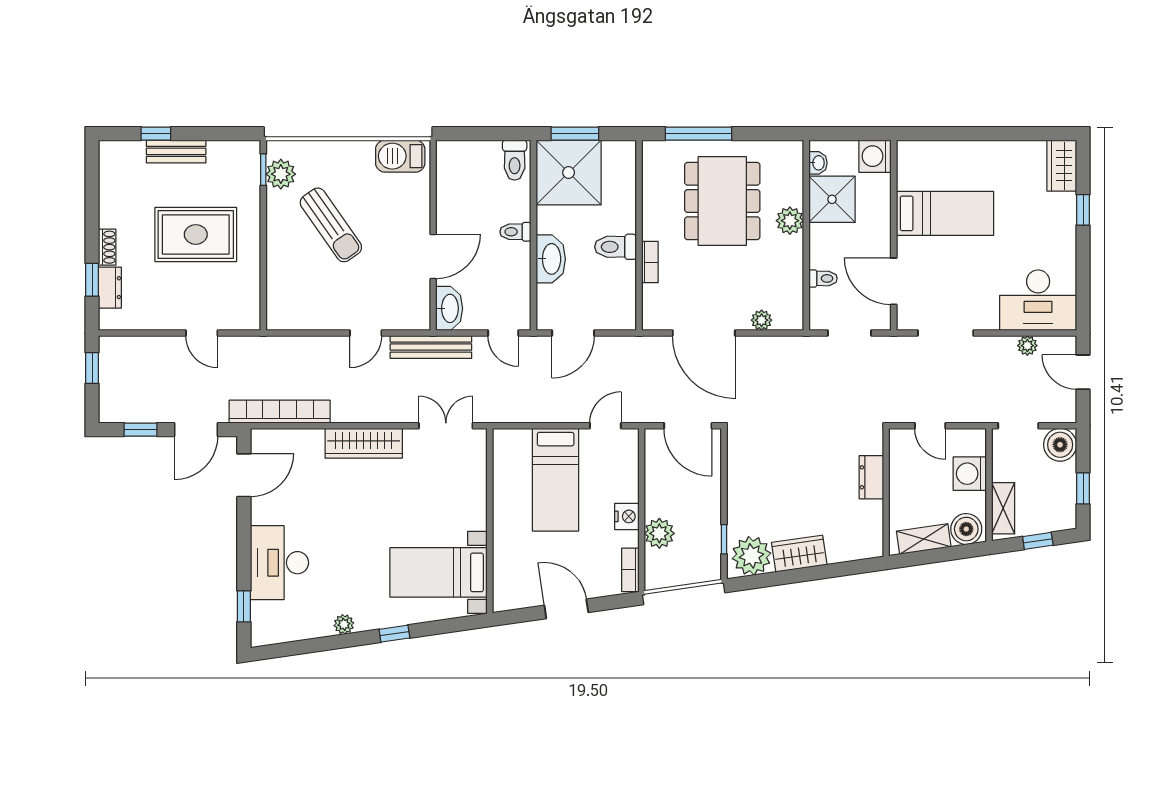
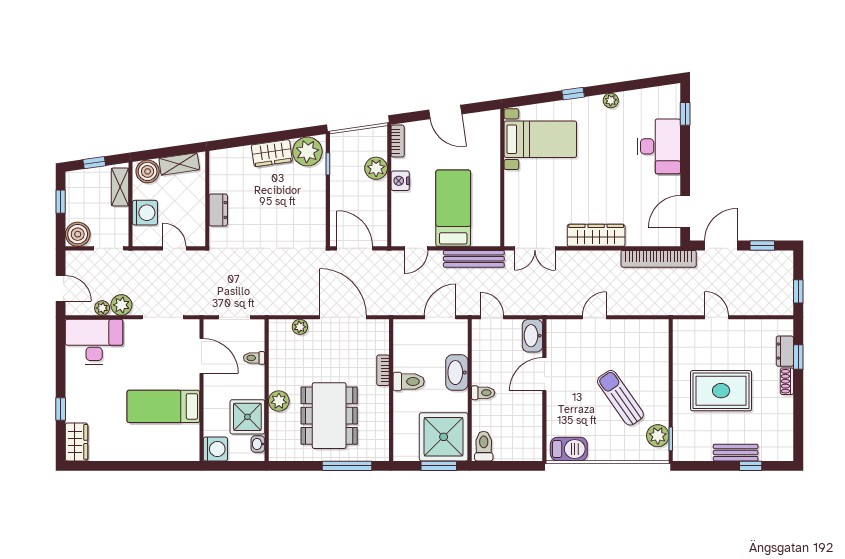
bench: (431, 347) -> (474, 259), moved
plant: (1001, 350) -> (121, 305), added

